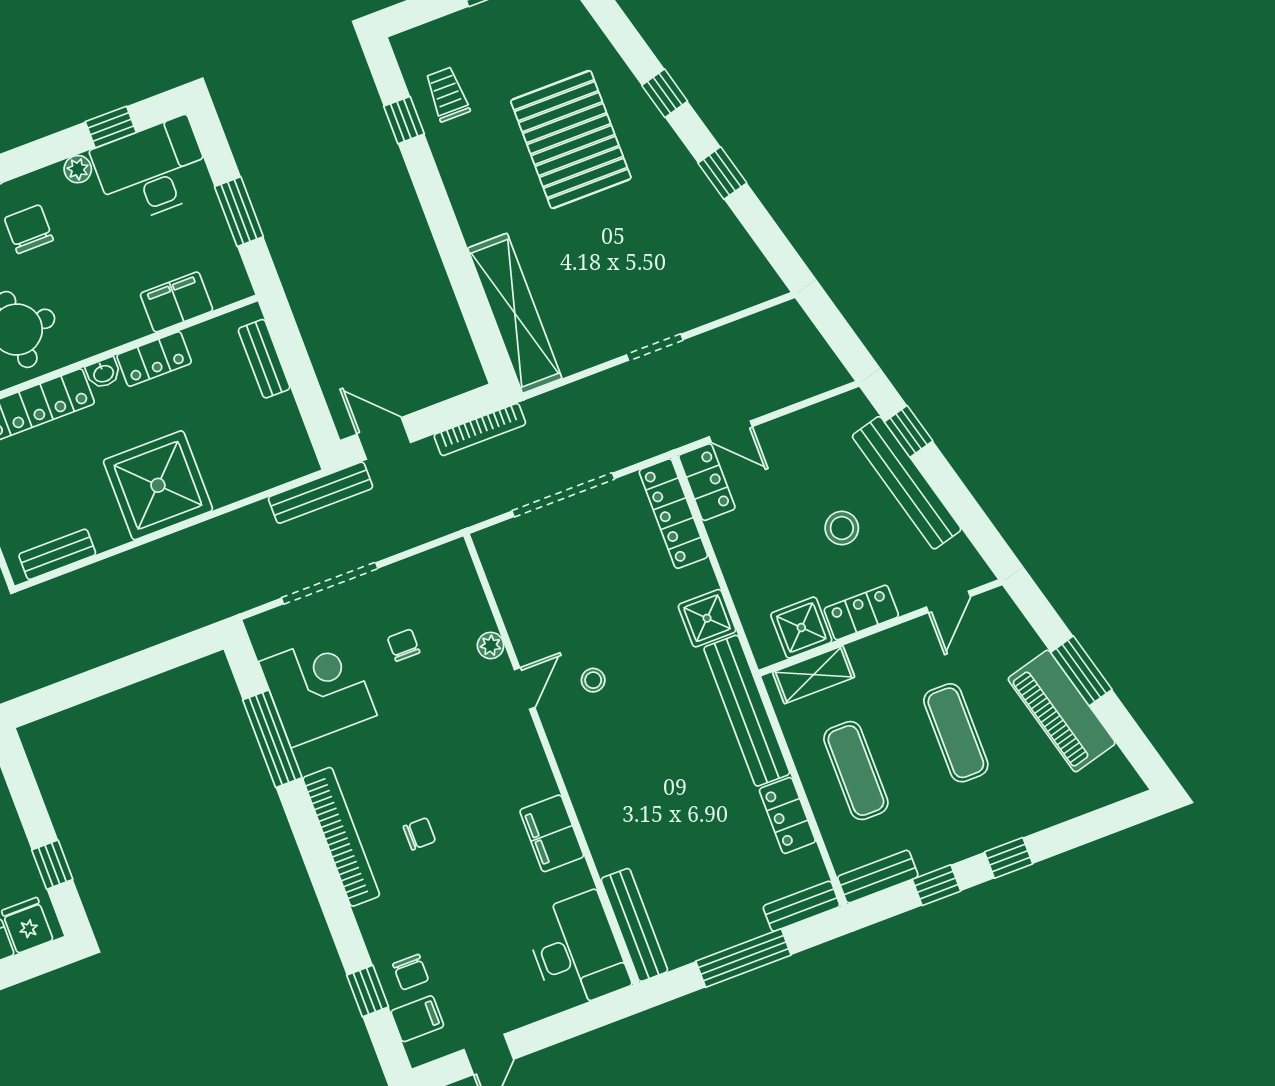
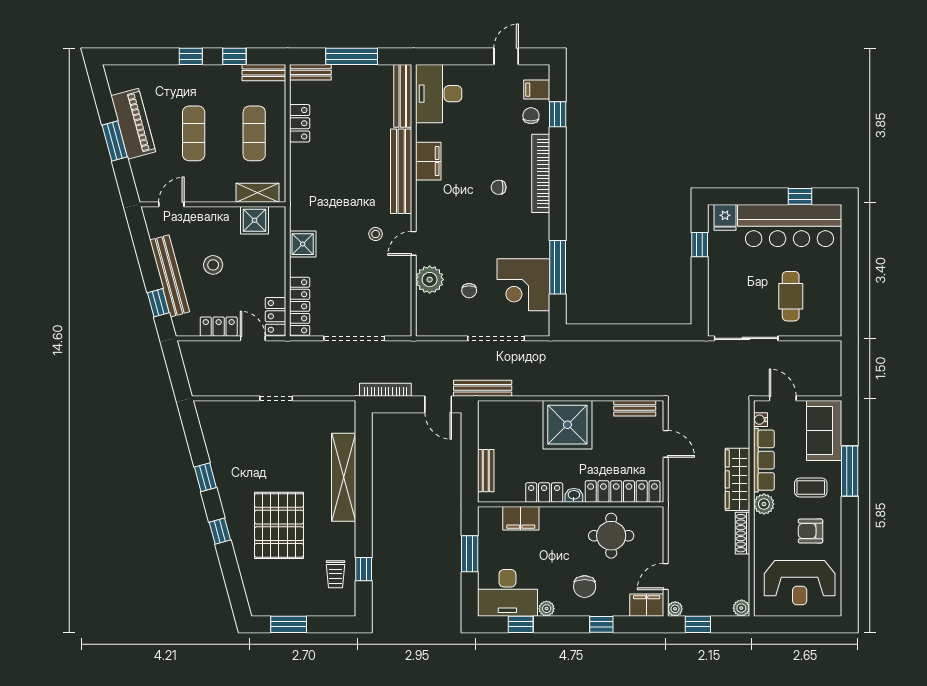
shelving: (515, 313) -> (344, 477), moved
locker: (861, 613) -> (219, 327), moved, turned 180
plant: (491, 645) -> (430, 280), width x1.88, depth x1.88
bench: (747, 711) -> (401, 171), moved
bookcase: (341, 837) -> (541, 173), moved

